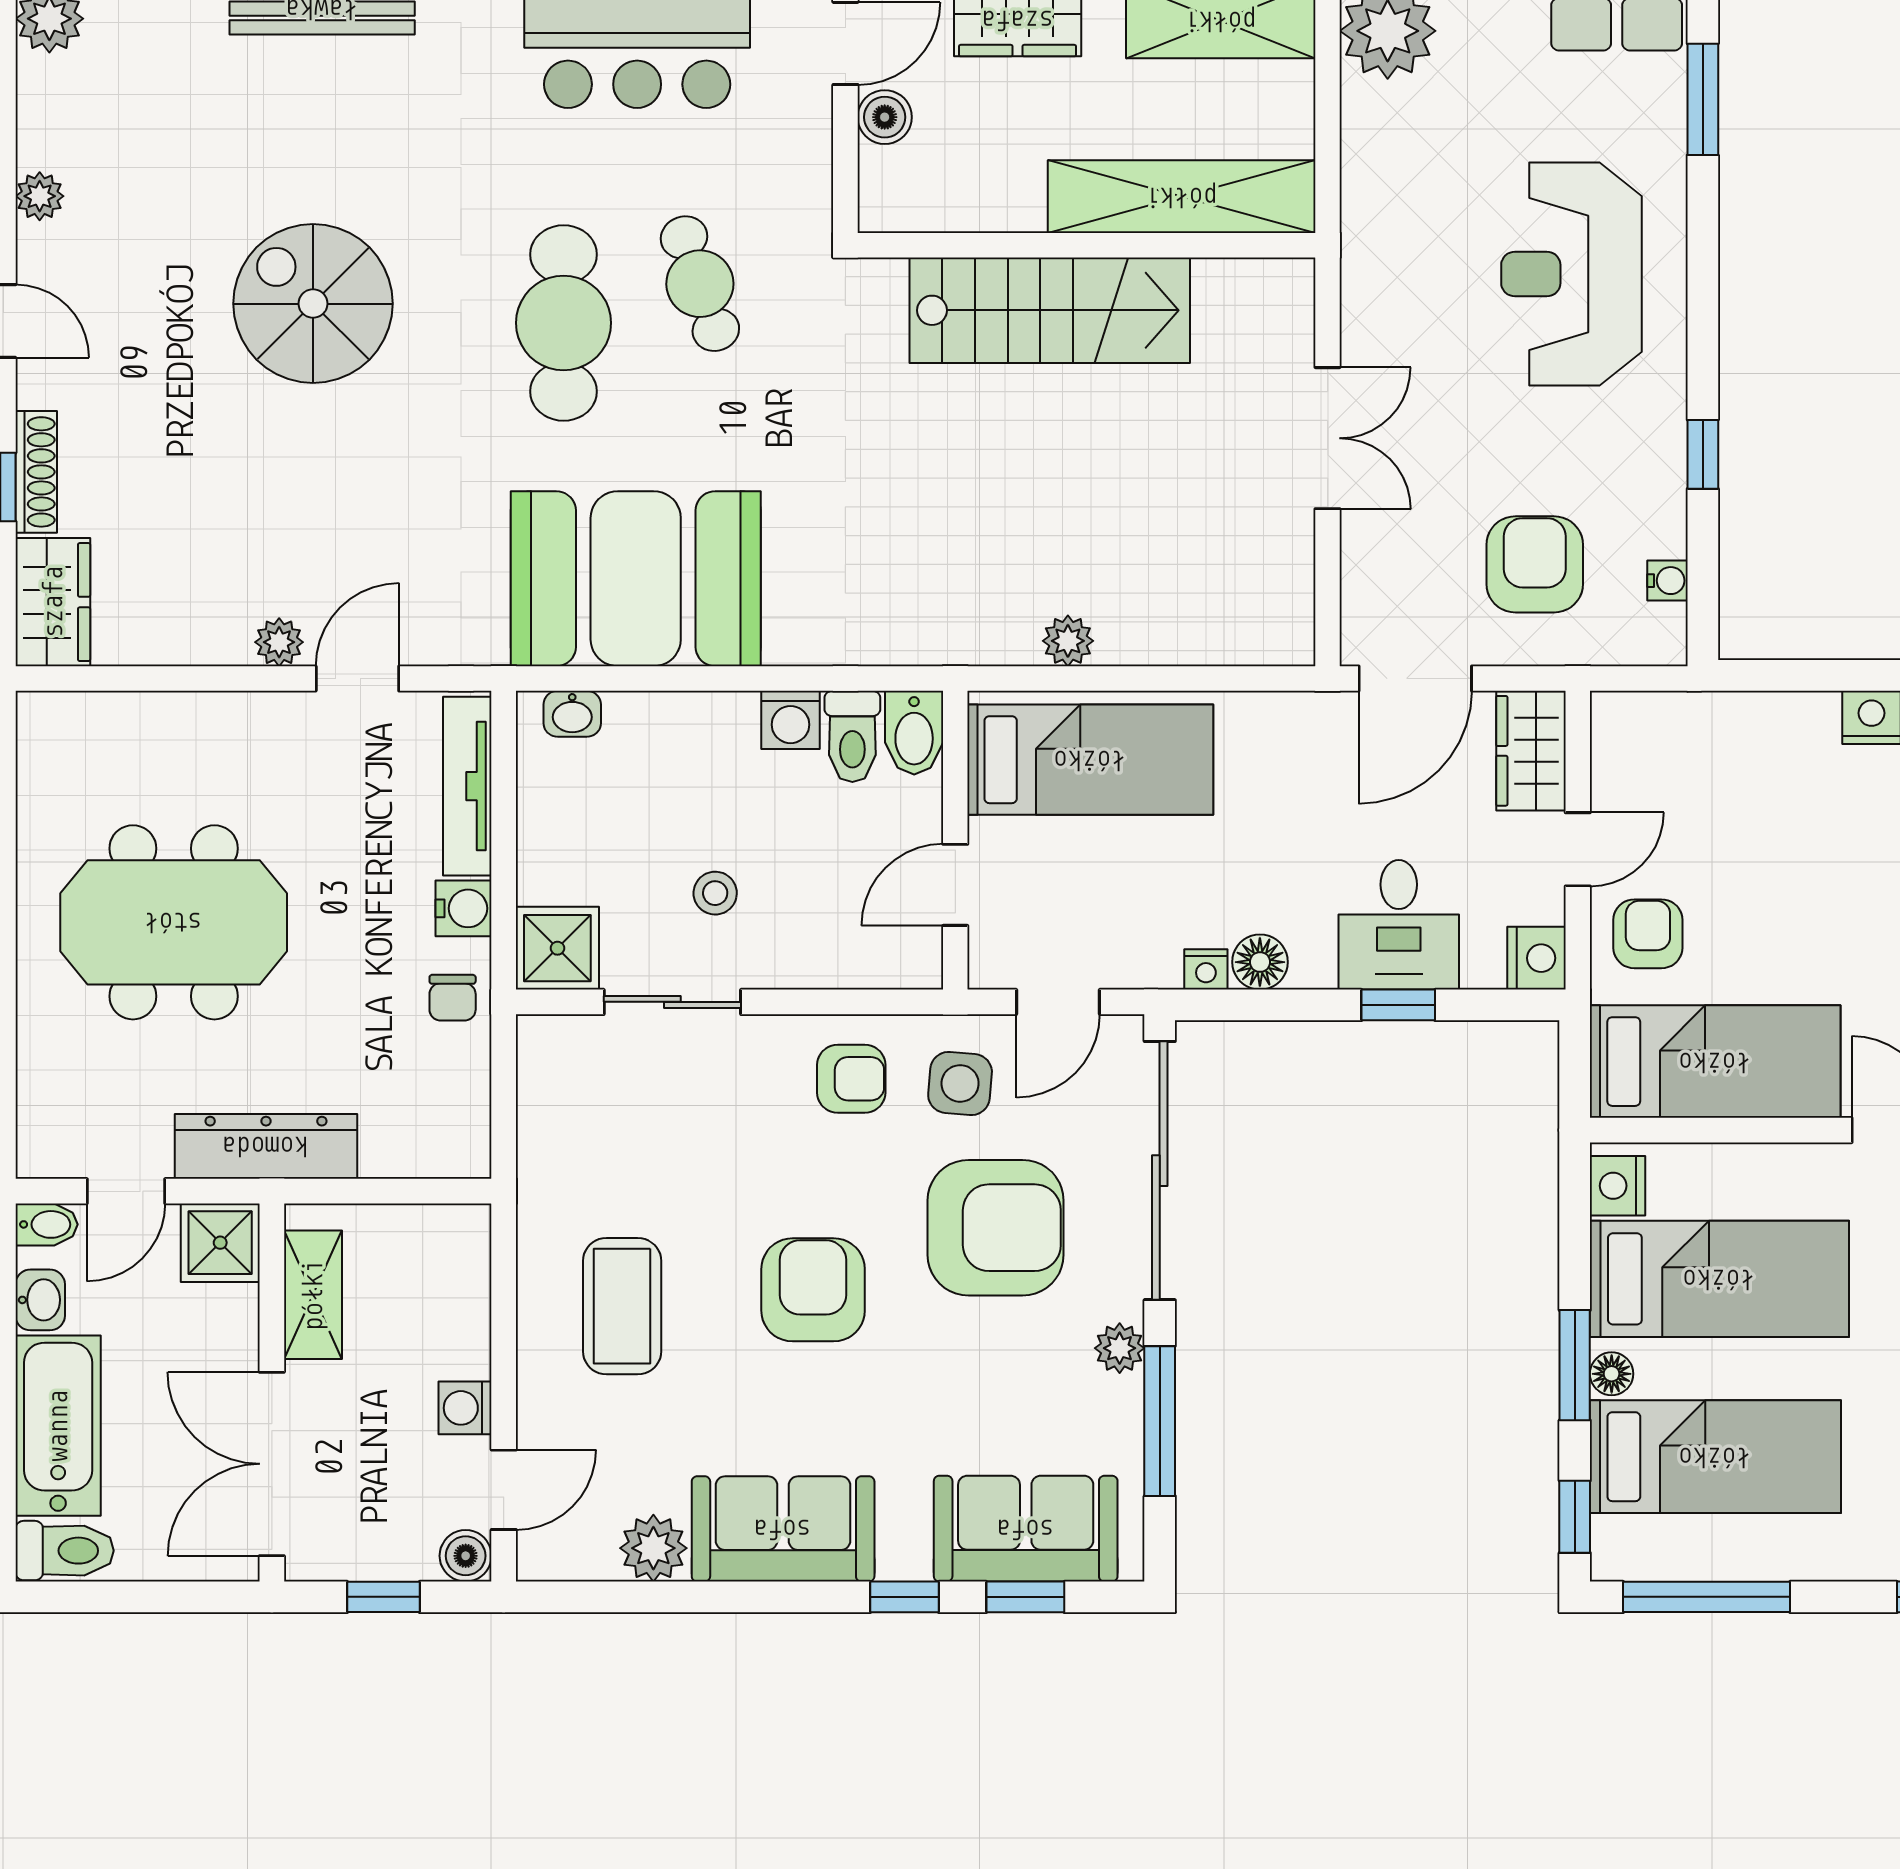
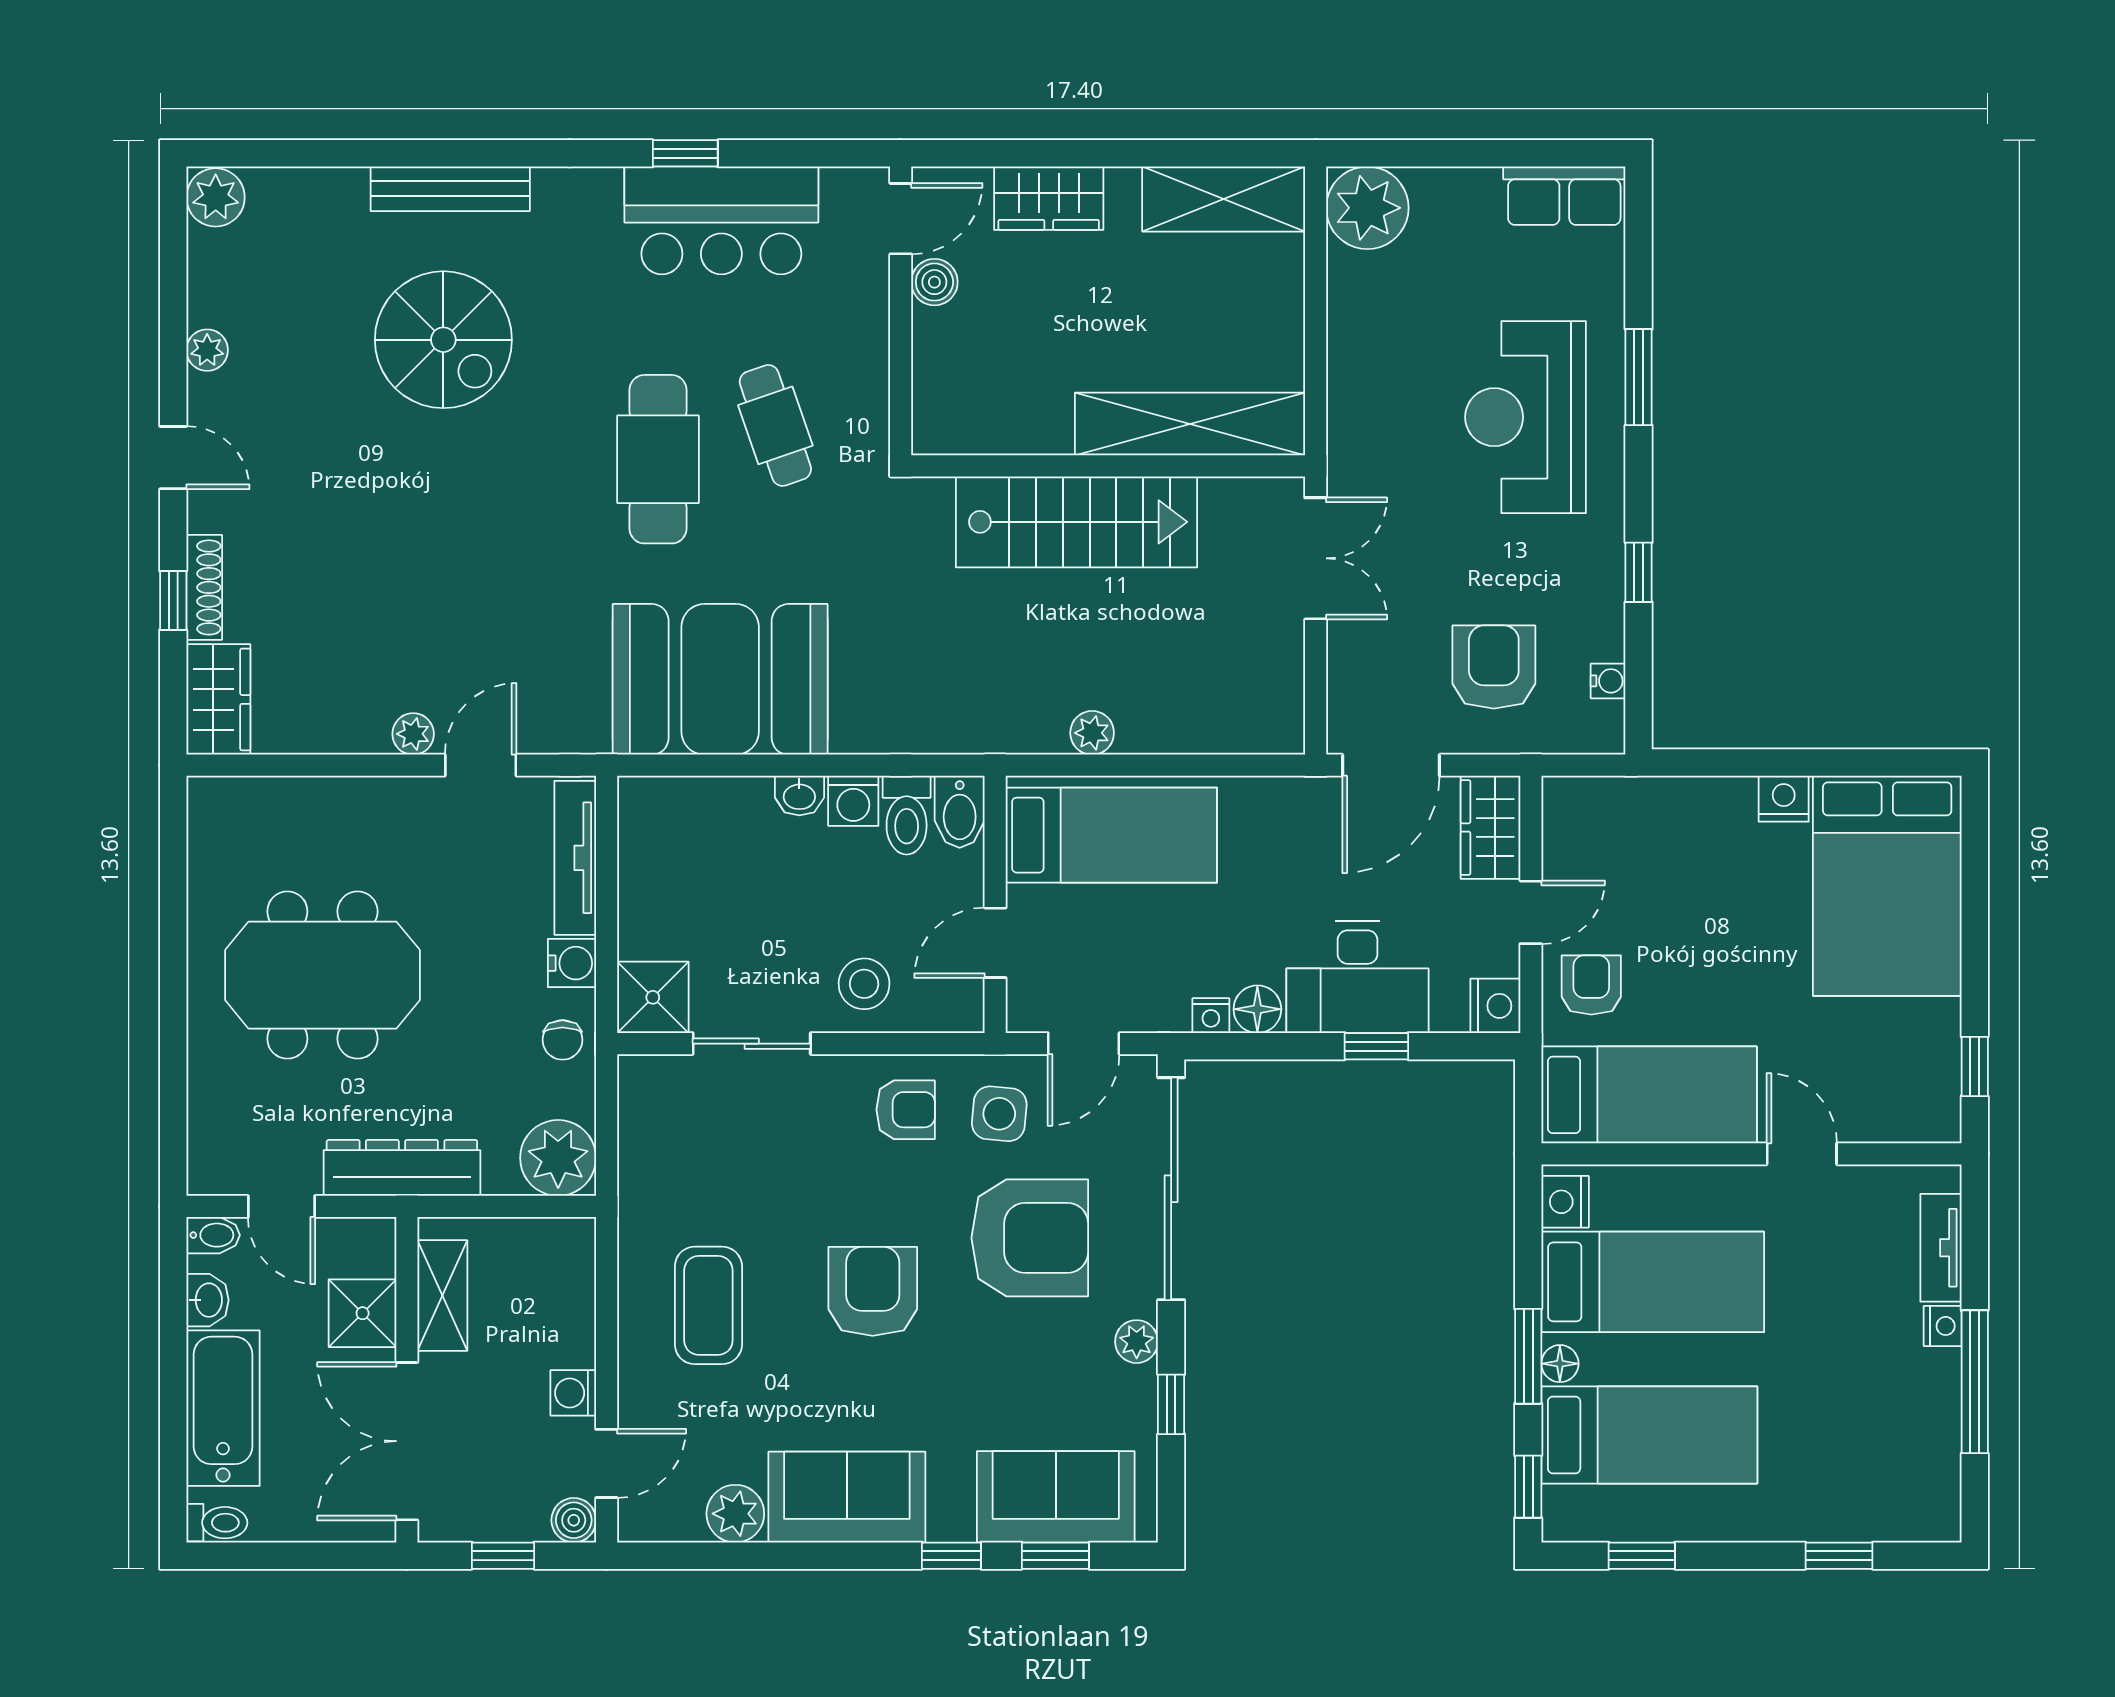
window: (1703, 99) -> (1639, 377), moved
shelving: (1182, 197) -> (1190, 424), moved
wall: (1086, 245) -> (1108, 466), moved
spiral stairs: (313, 304) -> (443, 340), moved, turned 180
stairs: (1050, 310) -> (1076, 522), moved
washbasin: (572, 714) -> (799, 796), moved
stool: (715, 893) -> (864, 984), moved, width x1.37, depth x1.37
desk: (1399, 925) -> (1358, 977), width x1.37
plant: (447, 1135) -> (558, 1158), added
door: (126, 1191) -> (282, 1206), hinge flipped
shower: (220, 1243) -> (363, 1313), moved
window: (1160, 1421) -> (1171, 1404), width x0.46
toilet: (65, 1551) -> (217, 1523), width x0.73, depth x0.72
window: (1707, 1597) -> (1642, 1556), width x0.46

